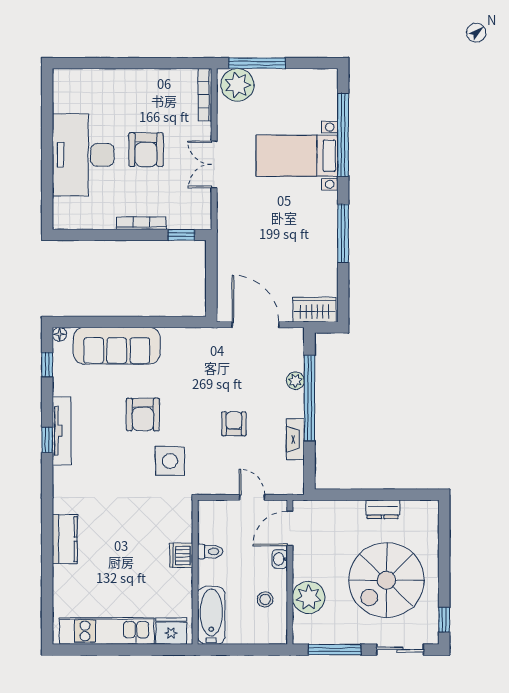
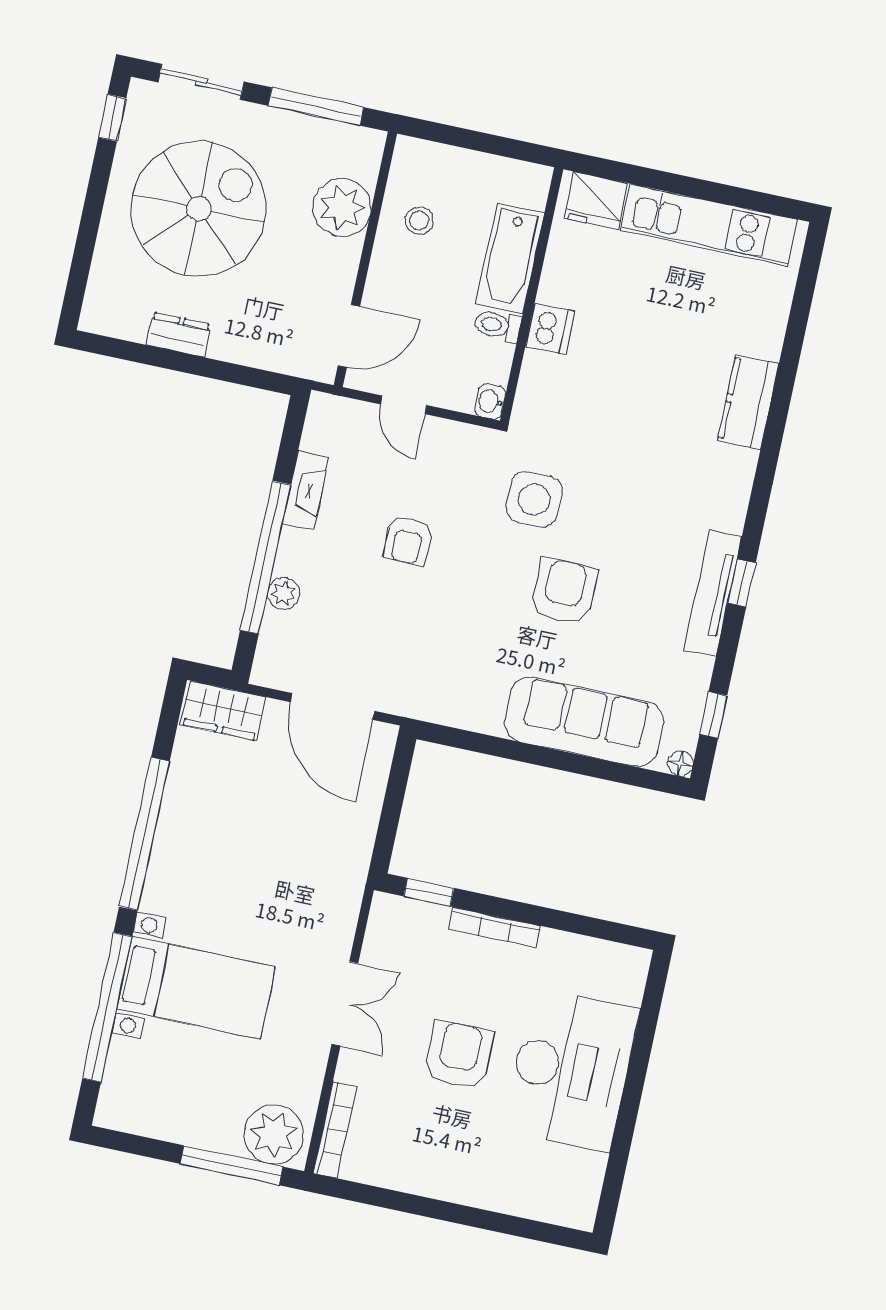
window: (343, 233) -> (144, 834), width x1.46
washbasin: (280, 559) -> (490, 401), moved, turned 180
bathtub: (211, 615) -> (510, 258), moved

